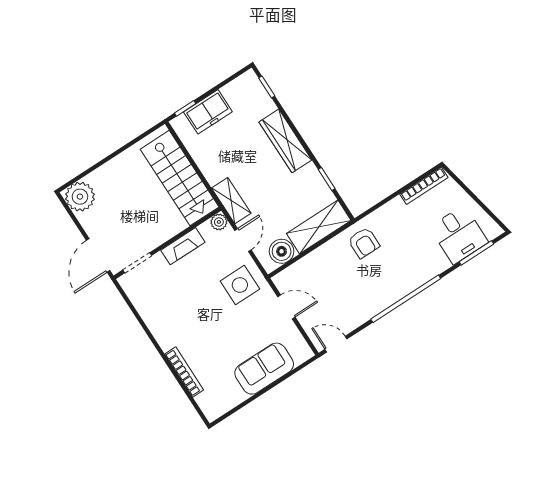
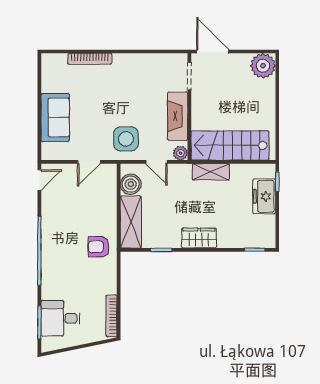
wardrobe: (285, 141) -> (199, 238), width x0.67
shelving: (231, 201) -> (211, 172), moved
fireplace: (183, 246) -> (178, 116), width x1.37, depth x1.32

